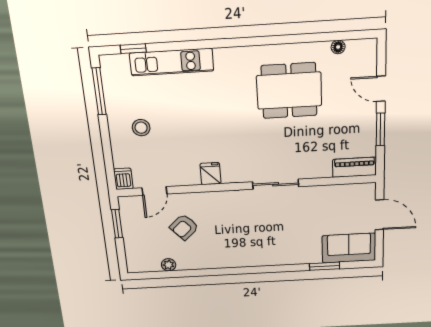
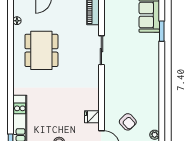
fridge: (210, 174) -> (92, 117), moved
sliding door: (276, 184) -> (101, 50), moved

